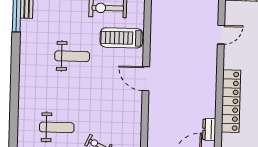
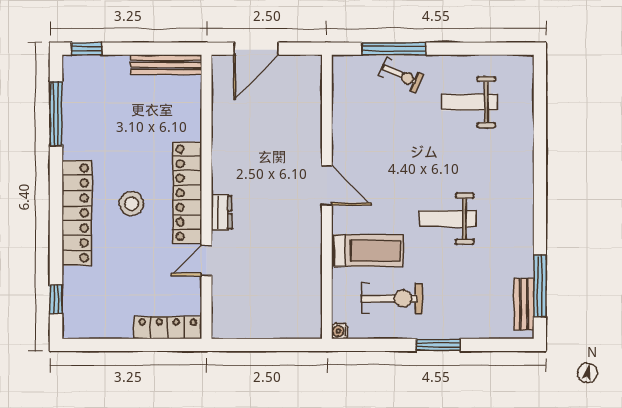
locker: (231, 101) -> (187, 193), moved
dresser: (209, 129) -> (221, 212), moved

